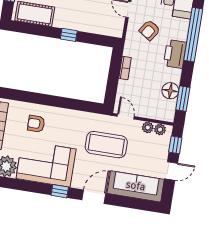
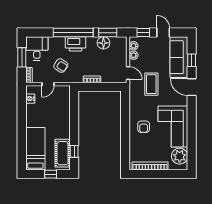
window: (69, 35) -> (74, 151), moved
window: (193, 35) -> (73, 33), moved
door: (126, 116) -> (128, 73), swing flipped
armchair: (36, 124) -> (144, 127), moved
coffee table: (106, 145) -> (151, 84), width x0.73, depth x0.76
window: (60, 191) -> (192, 60), moved

